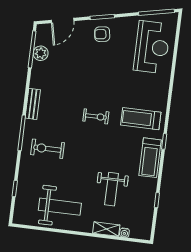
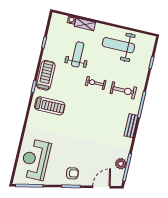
exercise bike: (96, 116) -> (96, 83), moved

